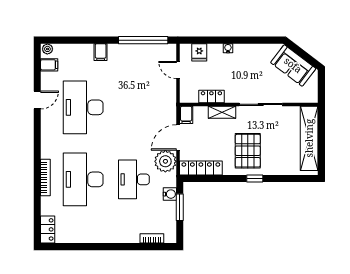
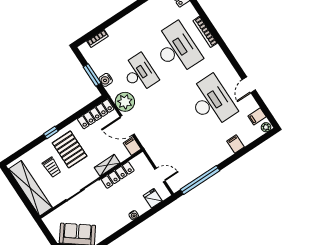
filing cabinet: (101, 52) -> (235, 144), moved
locker: (211, 96) -> (118, 175), width x1.53
door: (178, 137) -> (127, 125), swing flipped
trolley: (276, 145) -> (52, 167), added

